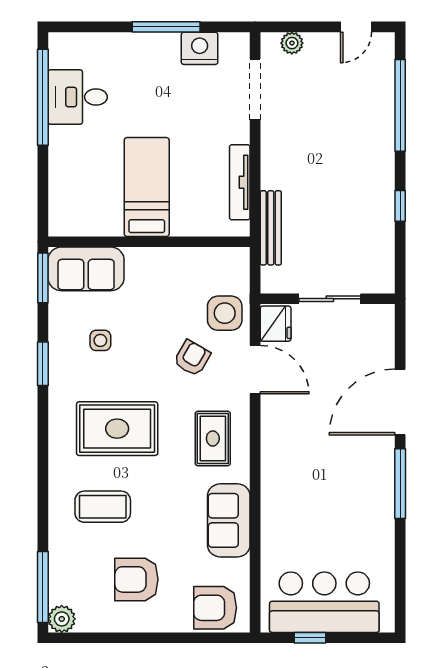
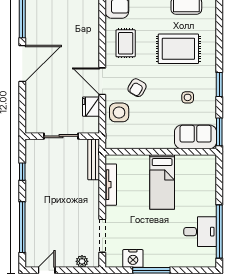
wall: (328, 299) -> (62, 136), moved
sliding door: (330, 299) -> (61, 136), moved

